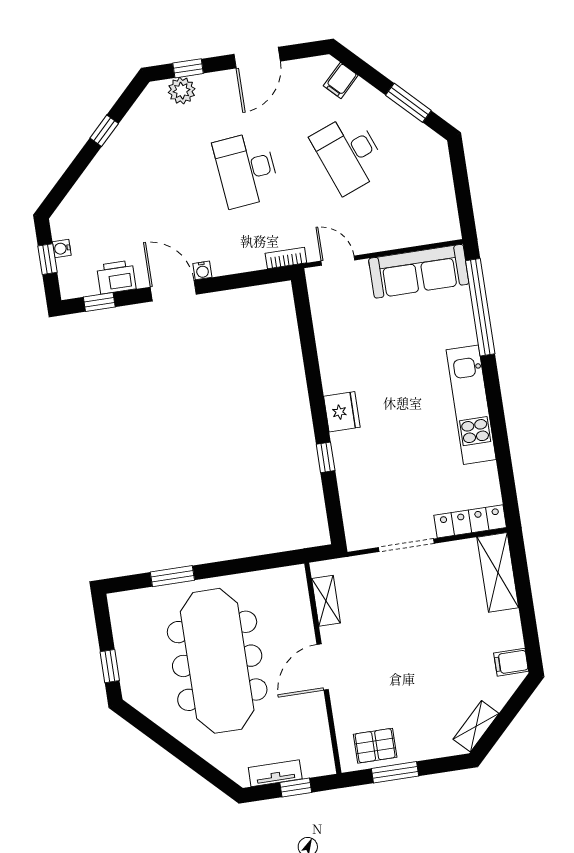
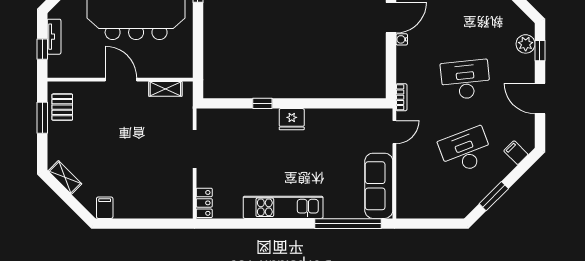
locker: (470, 521) -> (204, 203), width x0.66
shelving: (498, 572) -> (167, 208), removed

